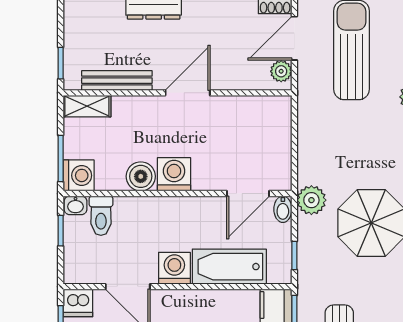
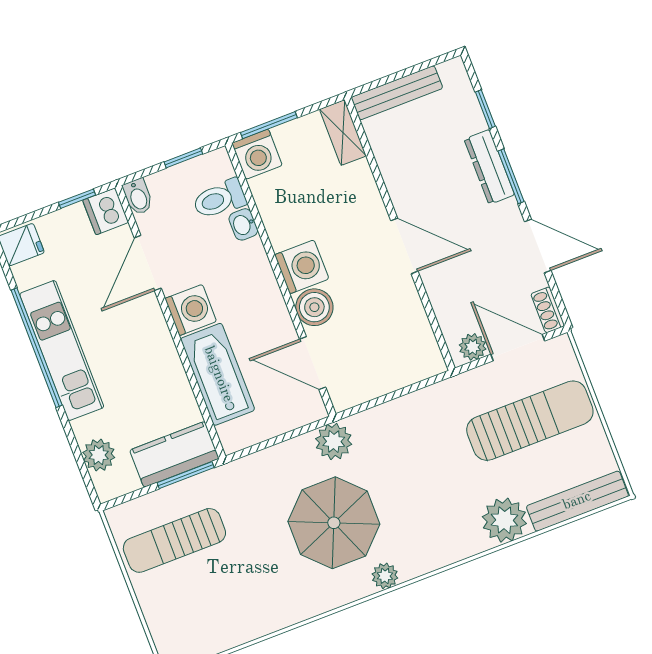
window: (61, 63) -> (382, 82), removed
bench: (117, 81) -> (397, 93), moved, turned 90
boiler: (141, 176) -> (314, 307), moved
washbasin: (76, 205) -> (243, 224), moved
bidet: (283, 209) -> (138, 197), moved, turned -90
window: (294, 256) -> (260, 446), removed

